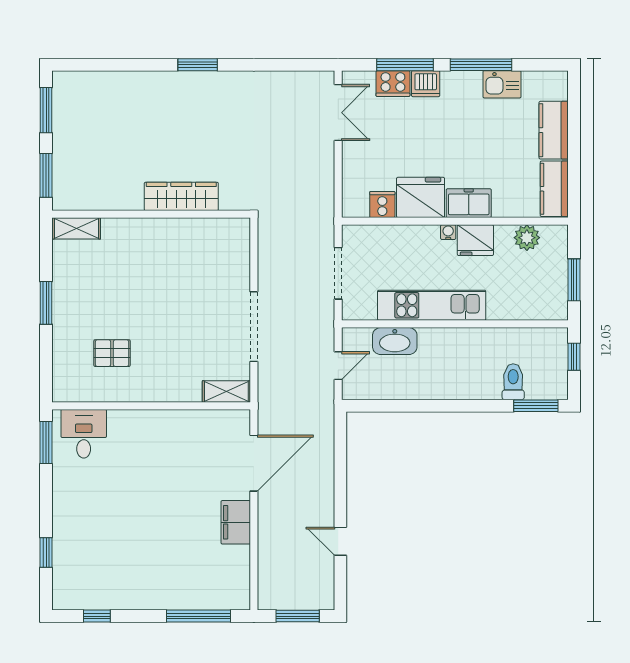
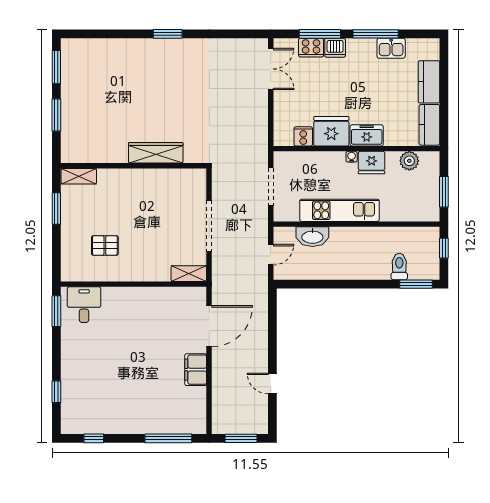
wardrobe: (181, 196) -> (156, 153), moved
wall: (151, 214) -> (134, 166), moved
shelving: (76, 228) -> (79, 176), moved

